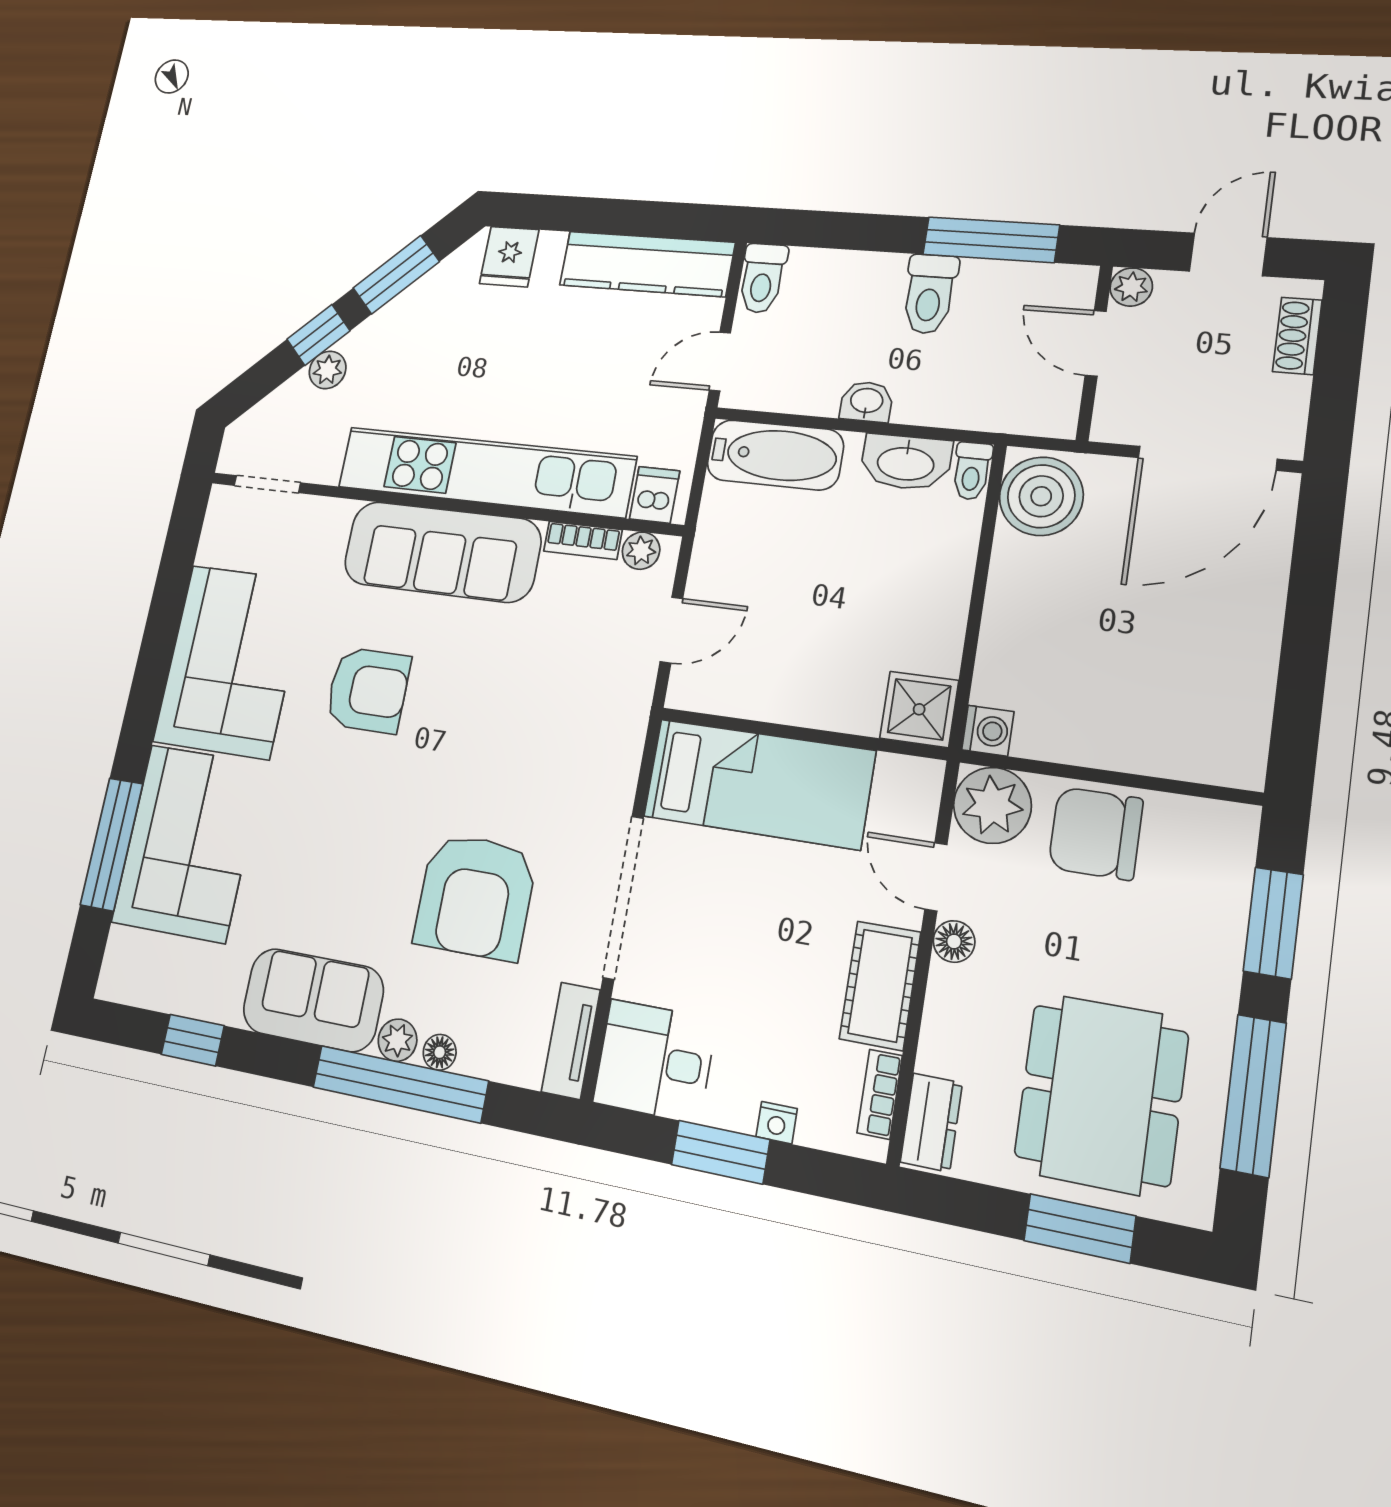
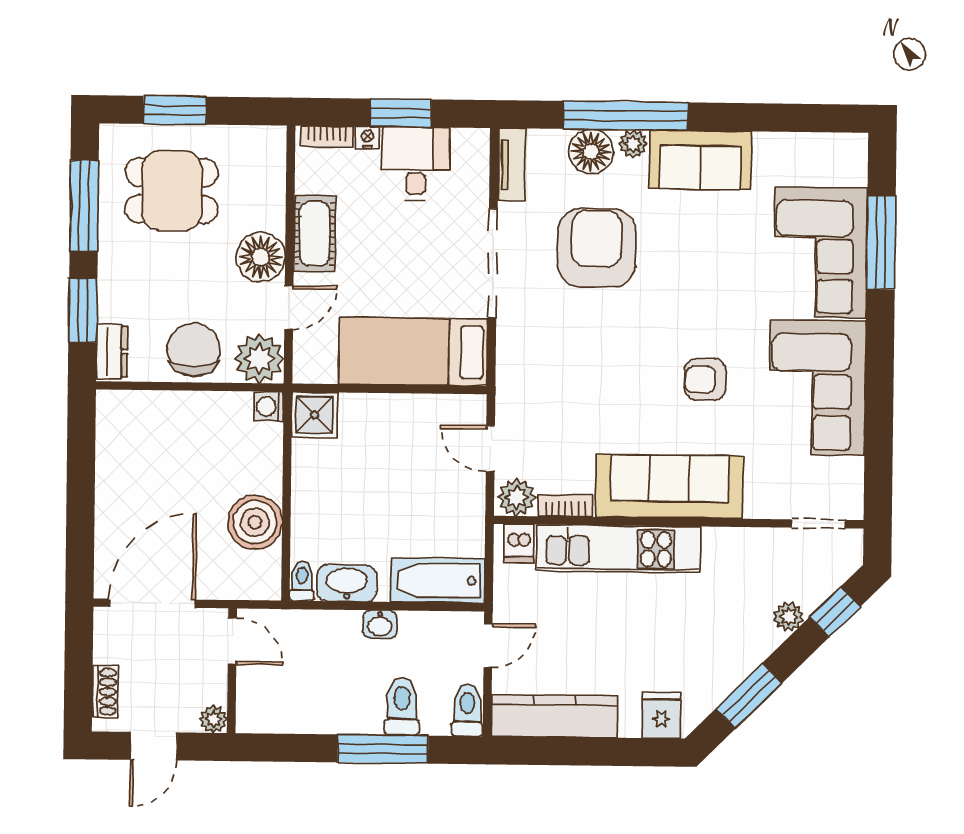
window: (991, 240) -> (383, 749), moved
toilet: (929, 294) -> (402, 706), moved
window: (318, 335) -> (835, 612), moved
door: (1096, 343) -> (232, 641), moved
kitchen unit: (485, 472) -> (618, 549), width x0.73
boiler: (1041, 496) -> (255, 522), moved
plant: (641, 551) -> (517, 497), width x1.38, depth x1.38
door: (671, 630) -> (490, 449), hinge flipped
armchair: (368, 690) -> (705, 380), width x0.72, depth x0.72
chair: (1096, 833) -> (194, 350), turned -90
door: (936, 877) -> (289, 308), hinge flipped
floor lamp: (954, 941) -> (261, 257), width x1.89, depth x1.89
window: (193, 1040) -> (784, 118), removed
floor lamp: (440, 1052) -> (591, 152), width x1.89, depth x1.89
desk: (655, 1061) -> (416, 164), moved, turned -90
bookcase: (880, 1094) -> (327, 137), moved, turned 90
dining table: (1101, 1095) -> (172, 191), width x0.73
dresser: (931, 1122) -> (112, 351), moved, turned 180

